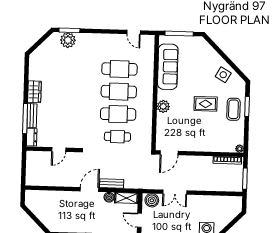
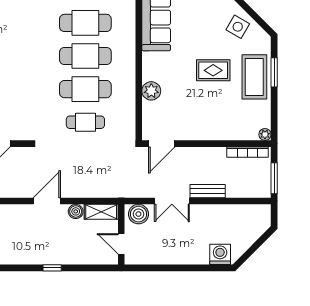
plant: (163, 106) -> (151, 91), moved
coffee table: (233, 109) -> (254, 77), width x1.36, depth x1.32
bench: (112, 183) -> (208, 191), moved

